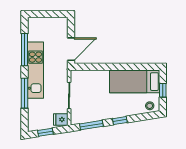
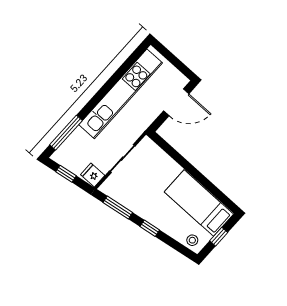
door: (71, 49) -> (176, 102), moved
window: (24, 50) -> (119, 74), removed
kitchen unit: (35, 70) -> (121, 94), width x1.36
window: (24, 93) -> (66, 133), moved

